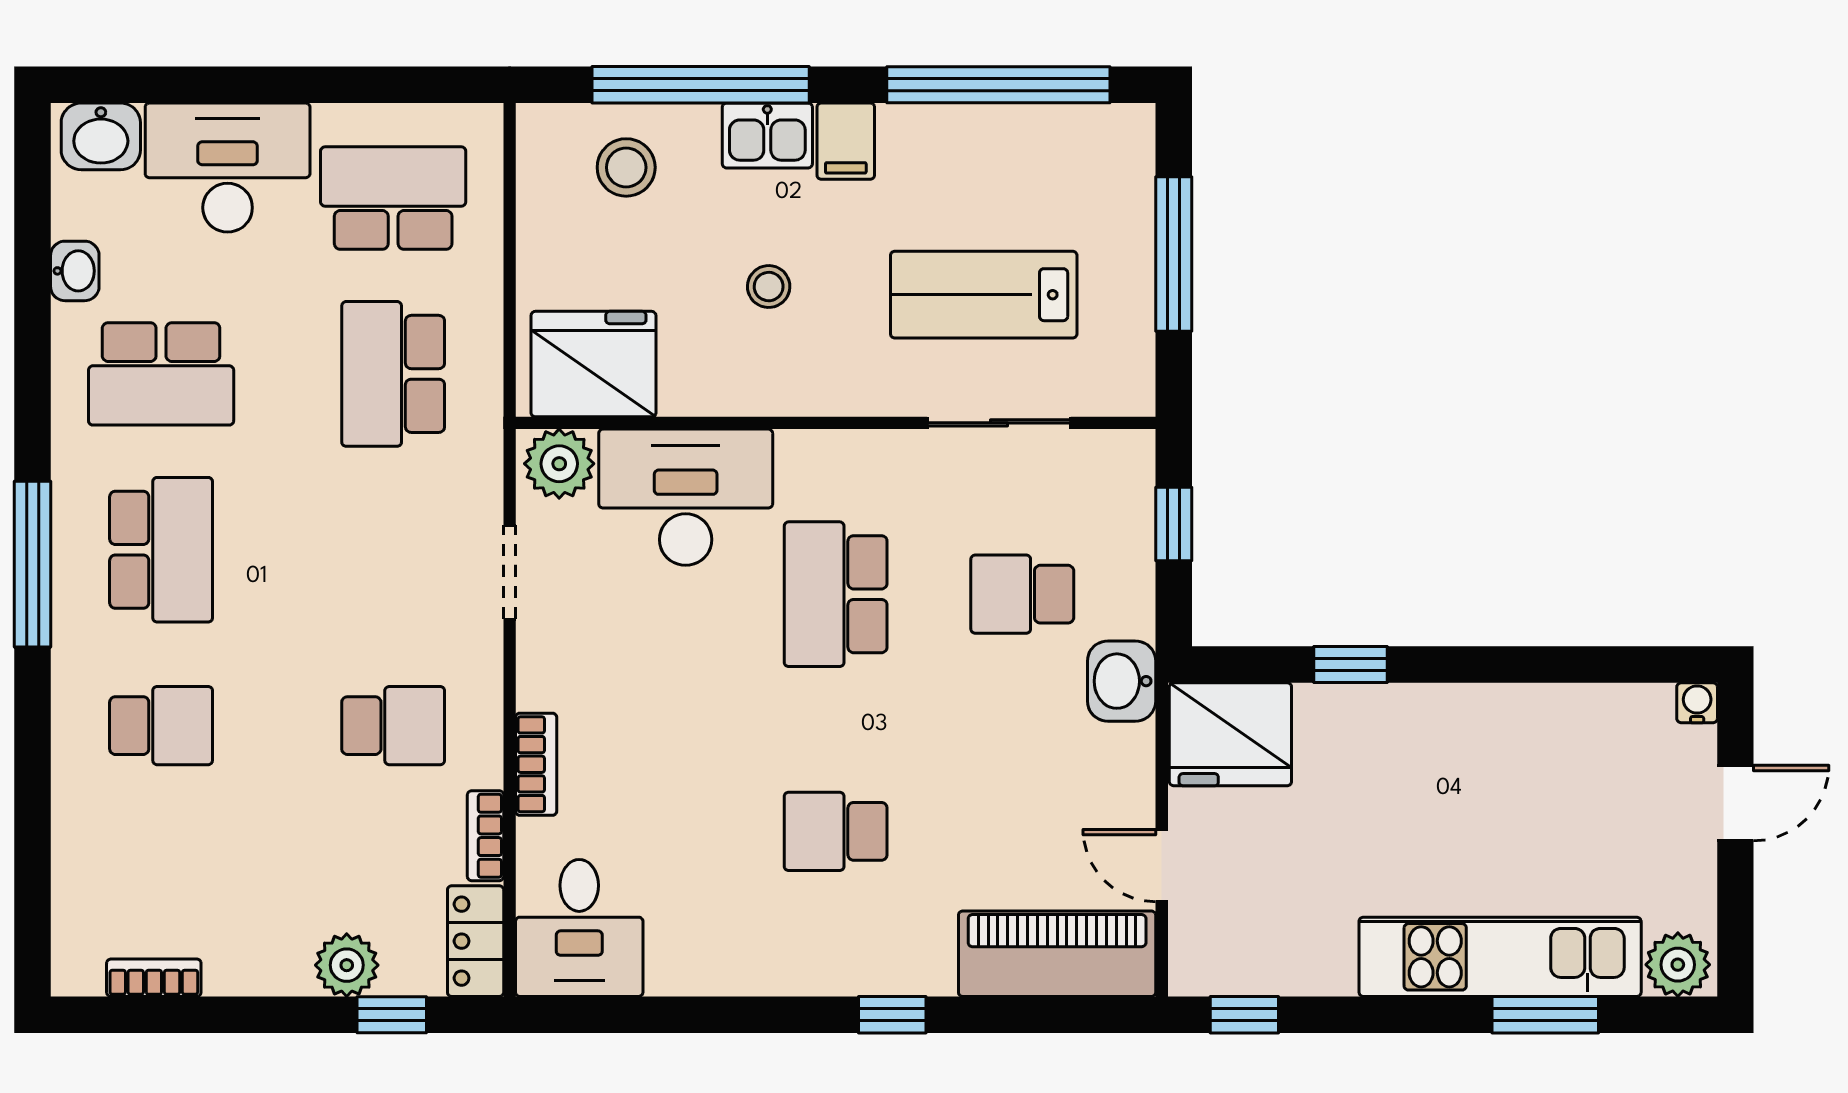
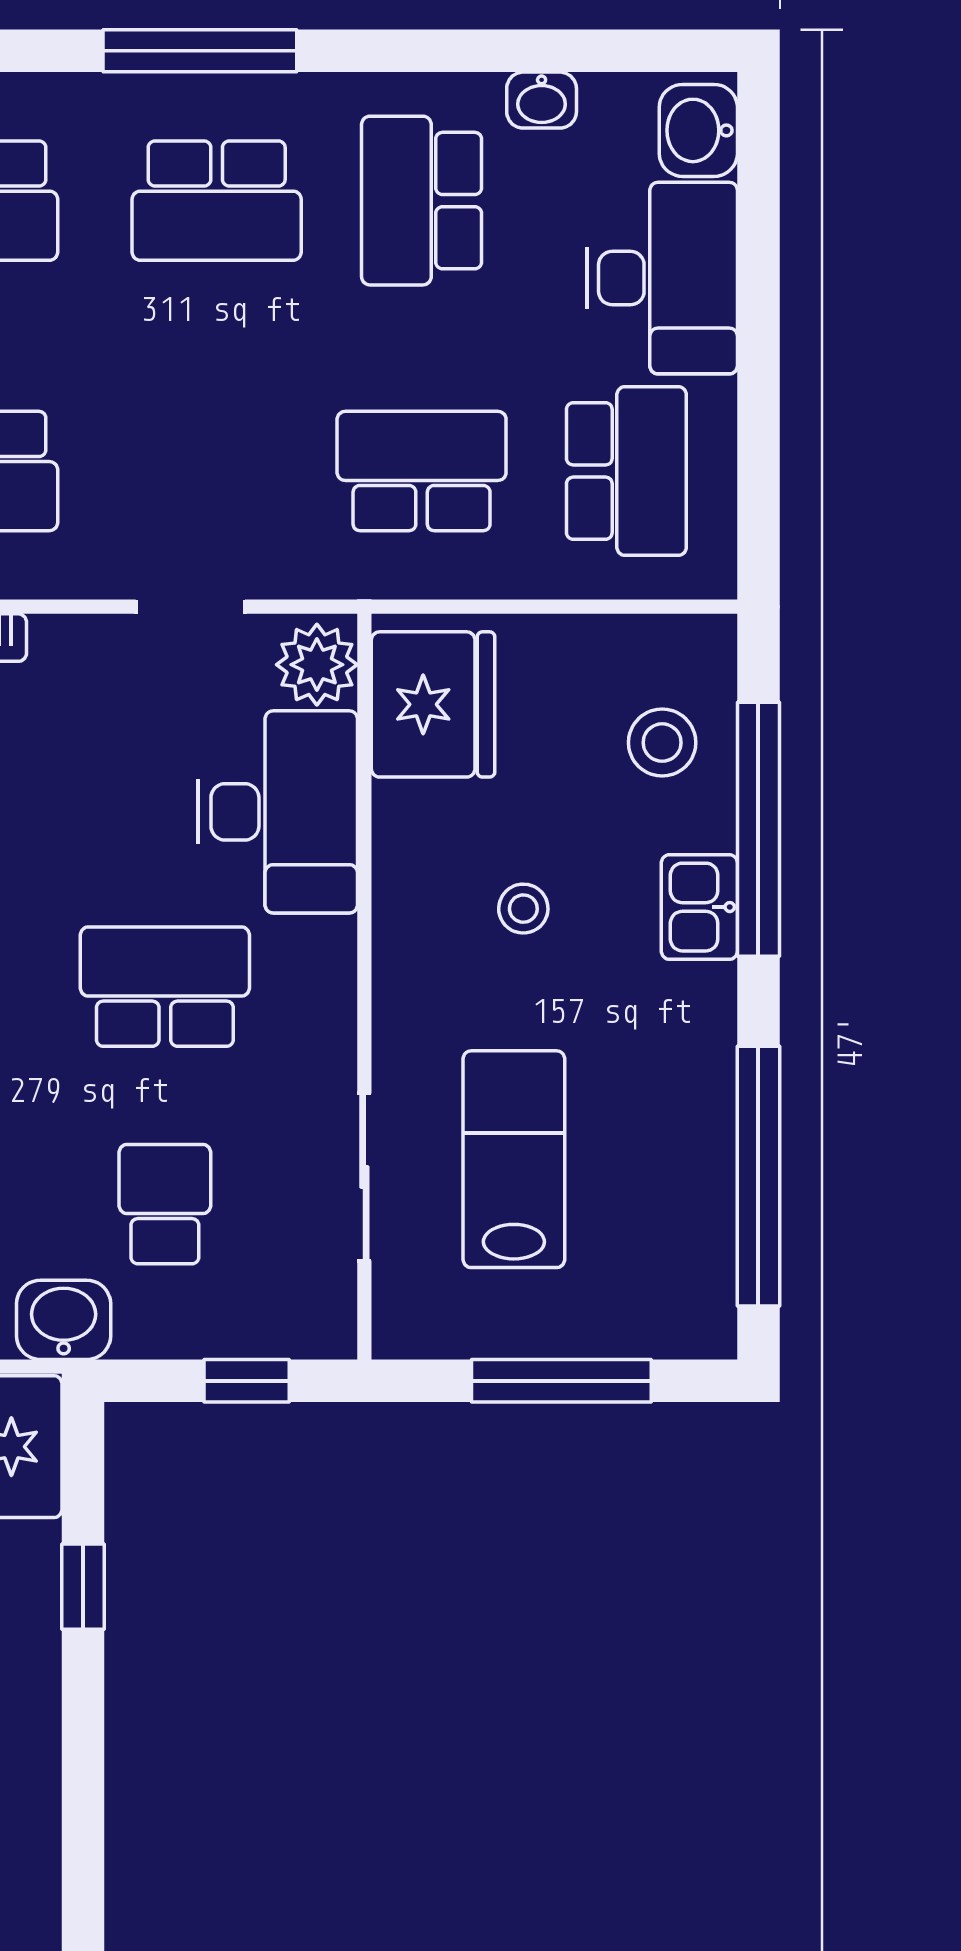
filing cabinet: (846, 141) -> (693, 998), removed

